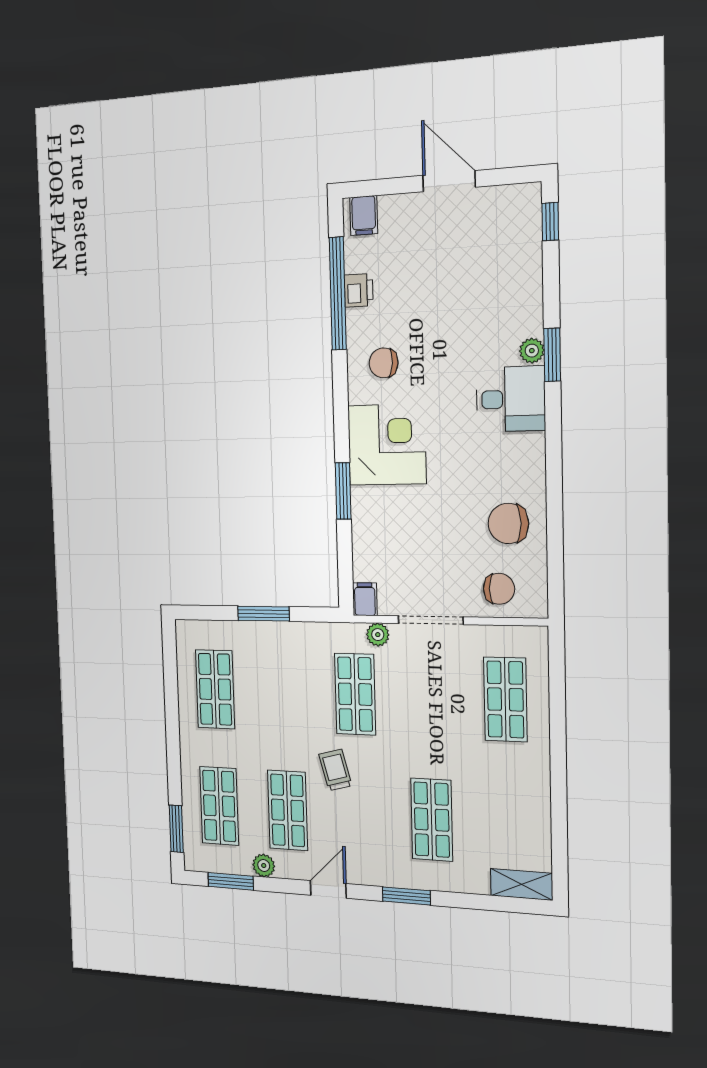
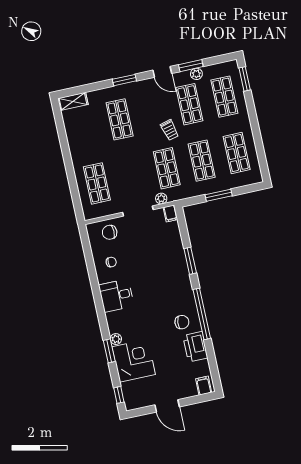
printer: (359, 290) -> (195, 347), width x1.87, depth x1.48
window: (338, 294) -> (202, 314), moved
window: (552, 355) -> (109, 351), moved
desk: (511, 399) -> (116, 295), moved
corner desk: (387, 445) -> (134, 361), moved, turned 180
chair: (508, 523) -> (111, 262), width x0.54, depth x0.54
shop shelf: (284, 692) -> (202, 161), added
window: (231, 881) -> (191, 66), moved
door: (328, 889) -> (162, 72), hinge flipped

